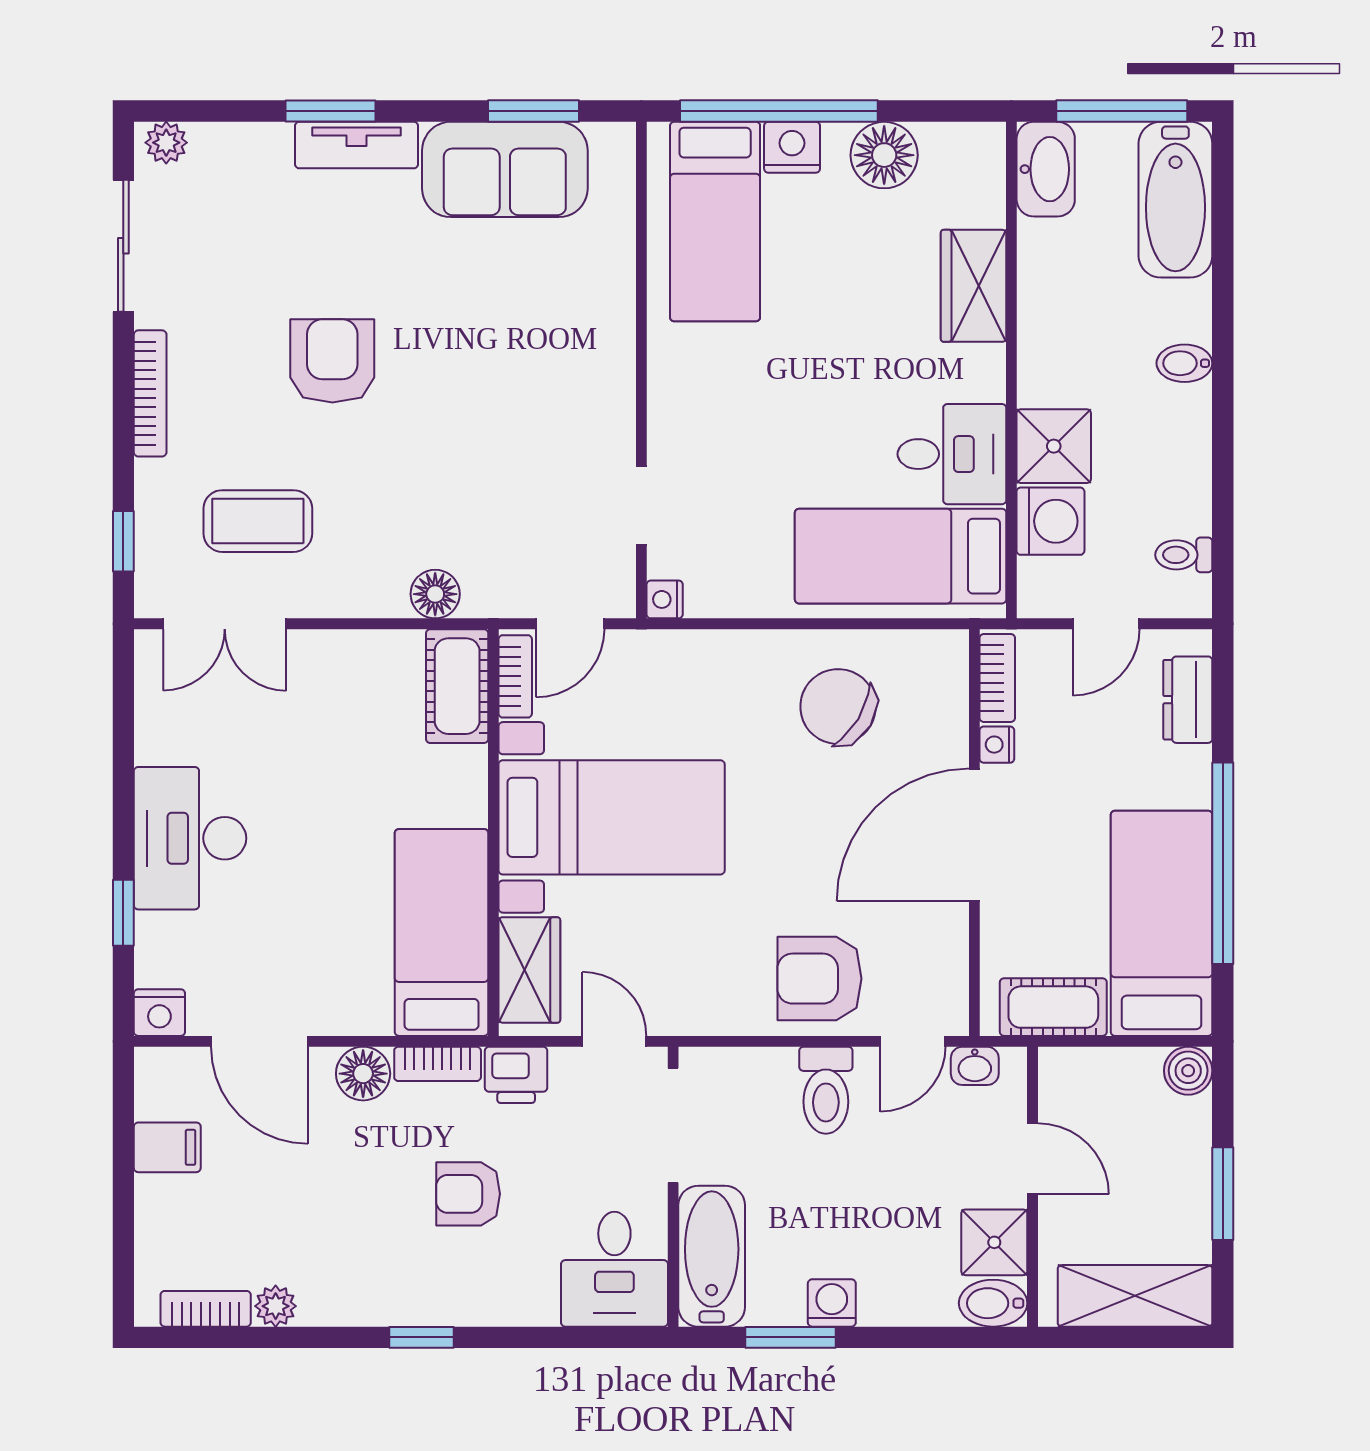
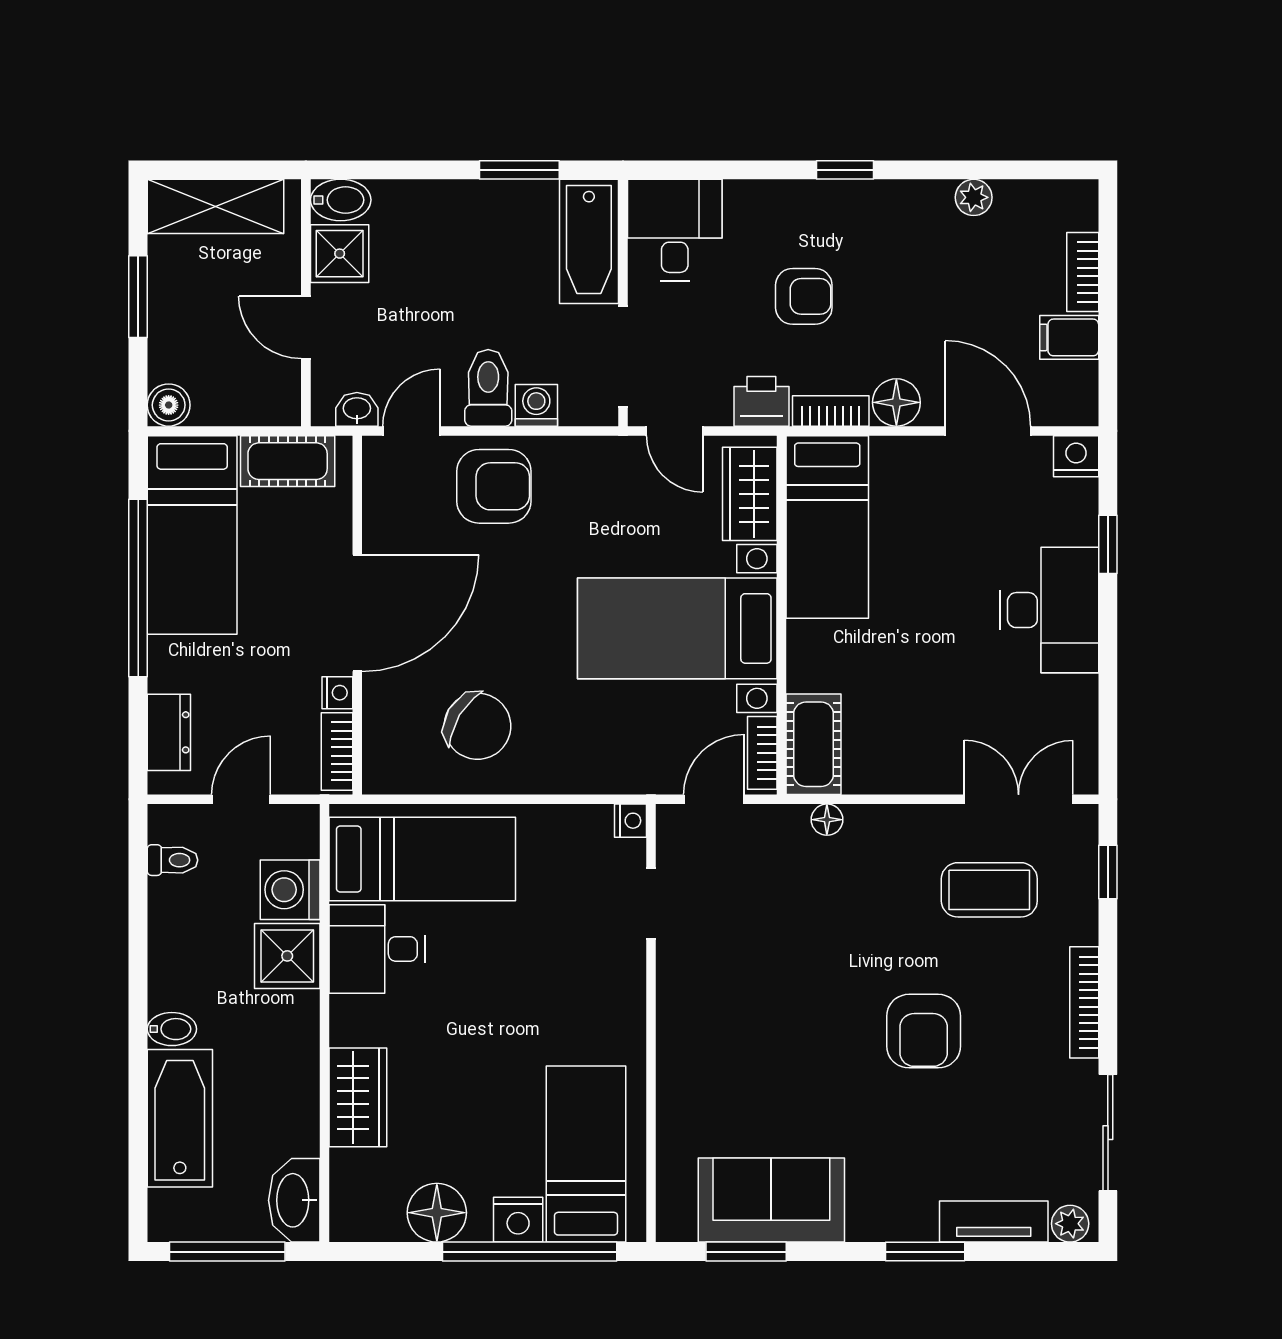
tv unit: (357, 145) -> (994, 1222), moved
bathtub: (1175, 200) -> (180, 1118), moved
floor lamp: (435, 594) -> (827, 820), width x0.73, depth x0.73
washing machine: (832, 1303) -> (536, 405), moved, turned 180
bookcase: (206, 1309) -> (1083, 272), moved, turned 90

